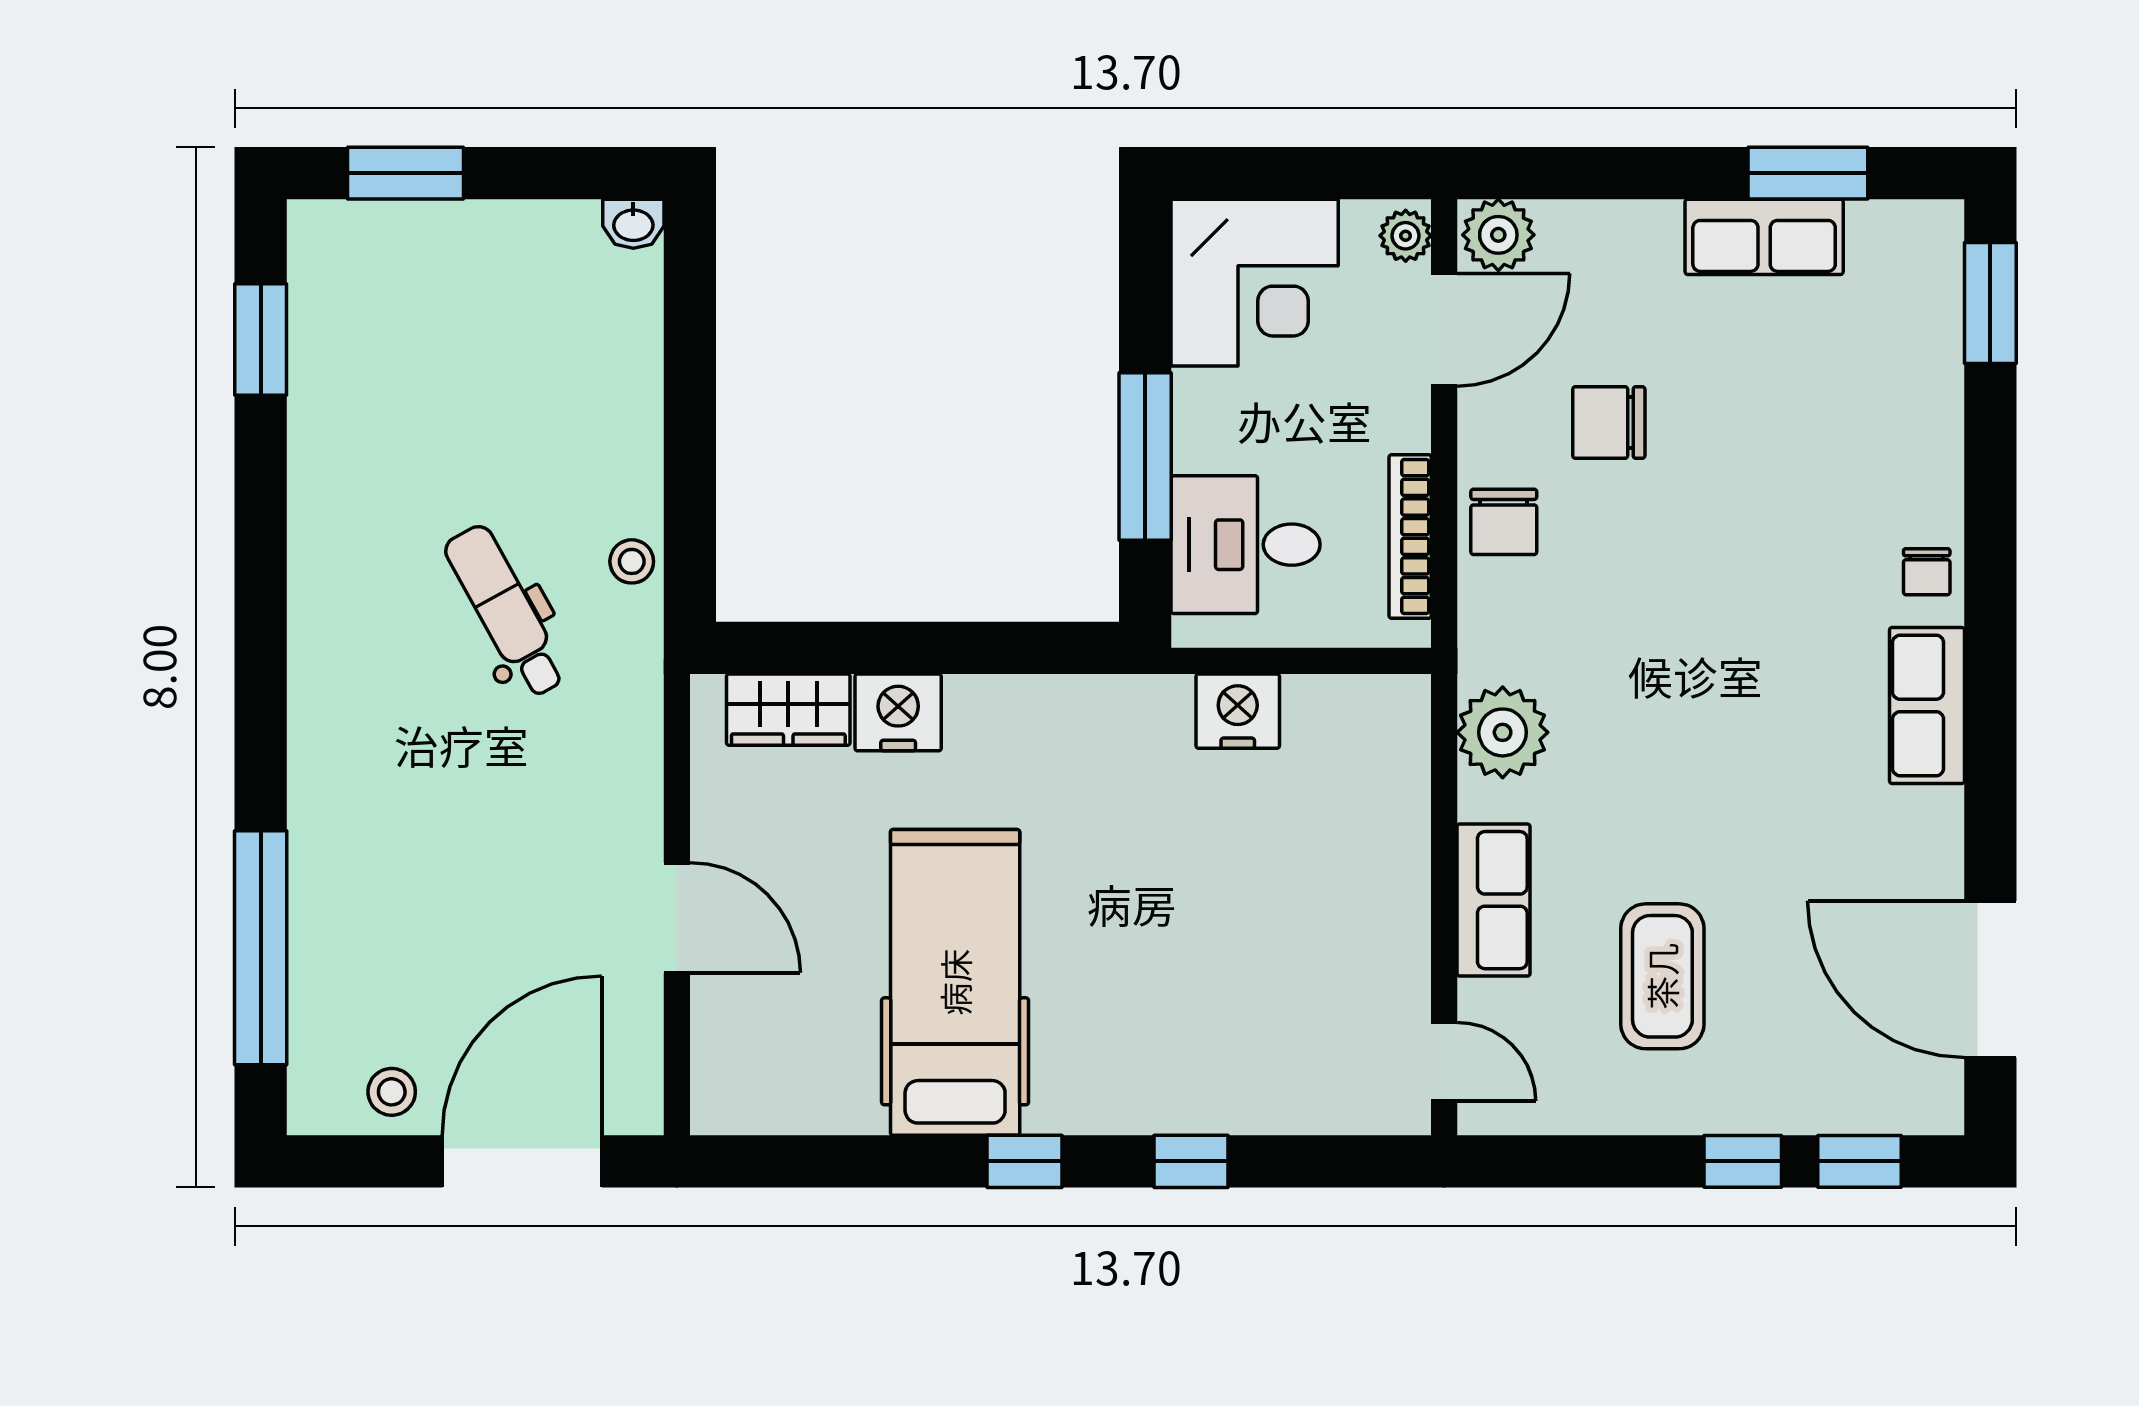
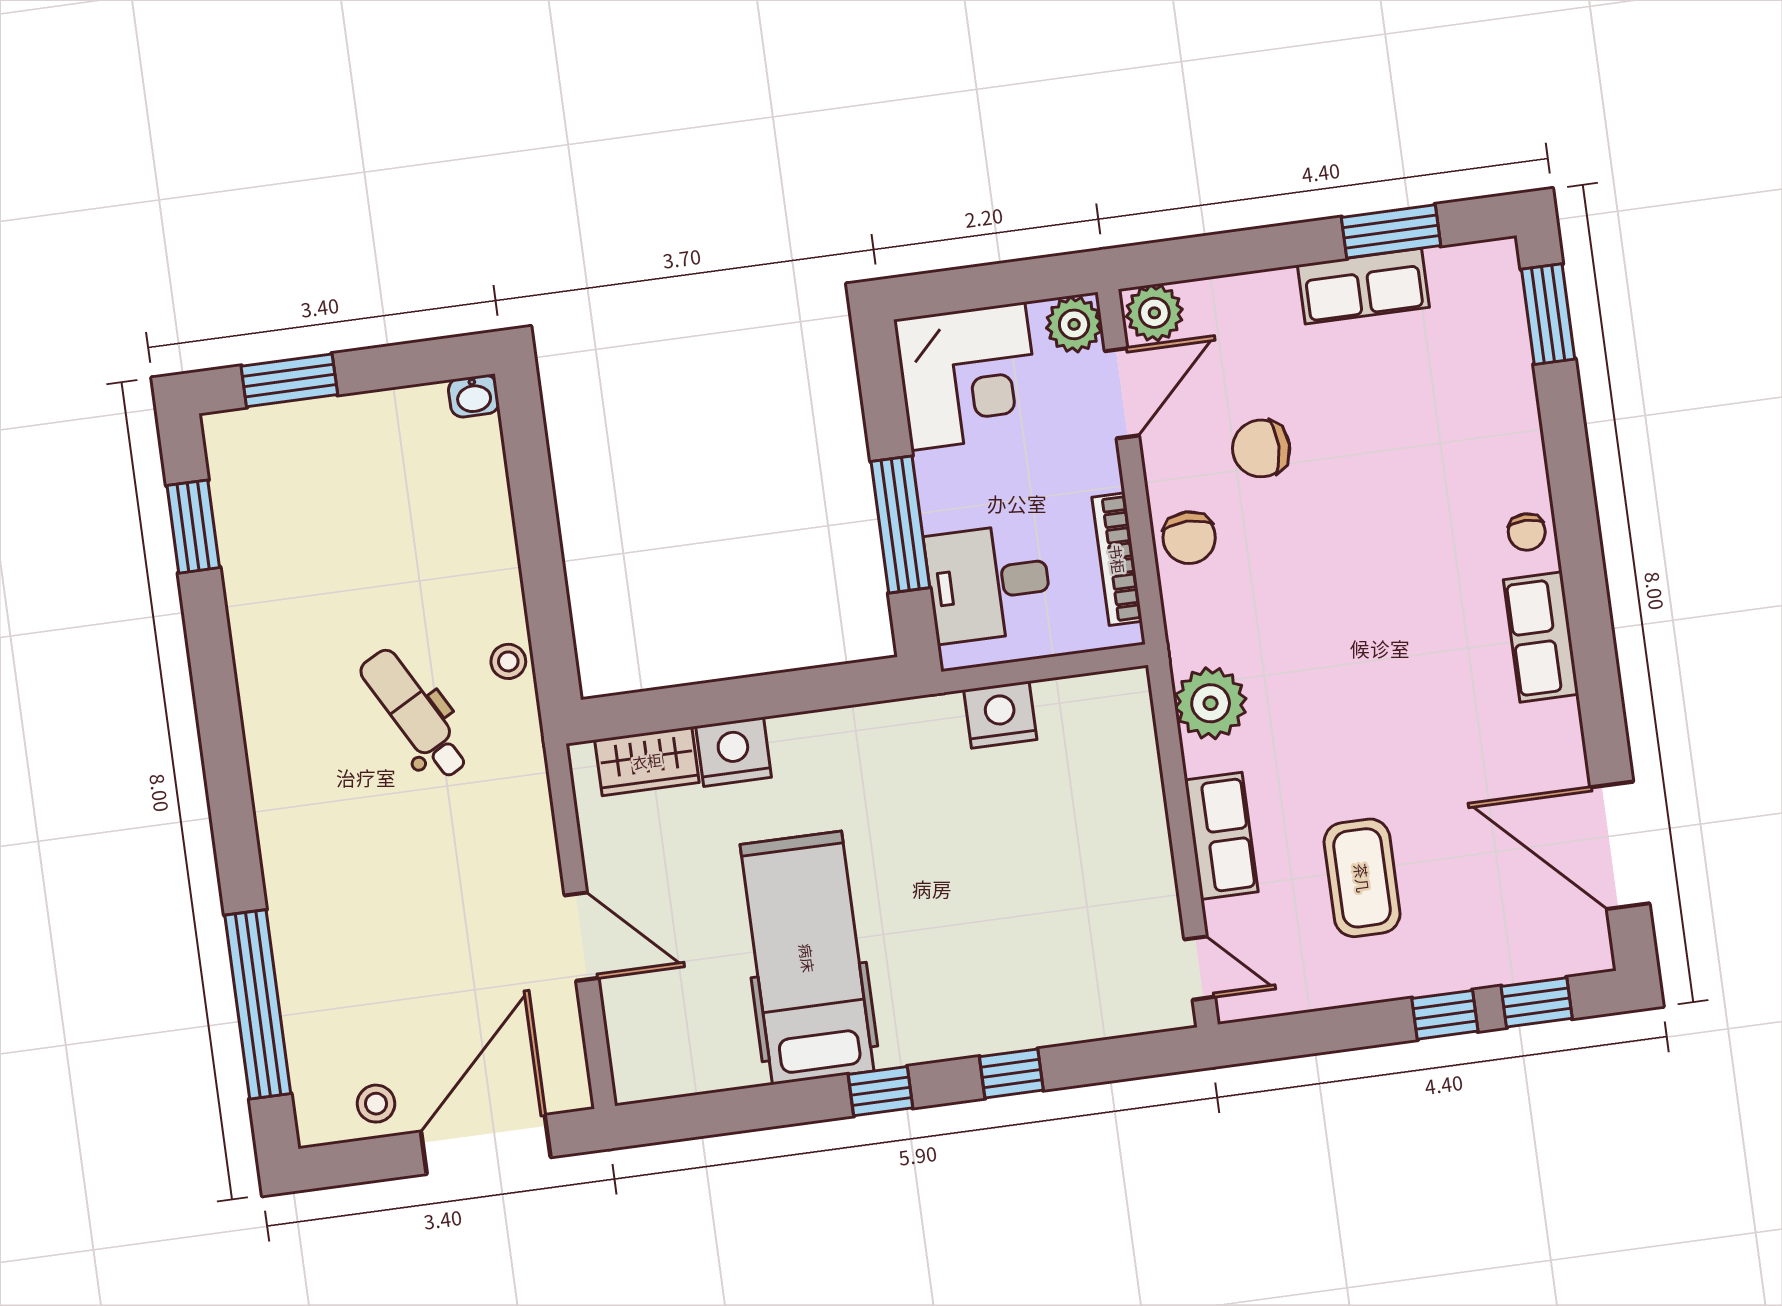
plant: (1406, 236) -> (1074, 324), width x1.38, depth x1.38

